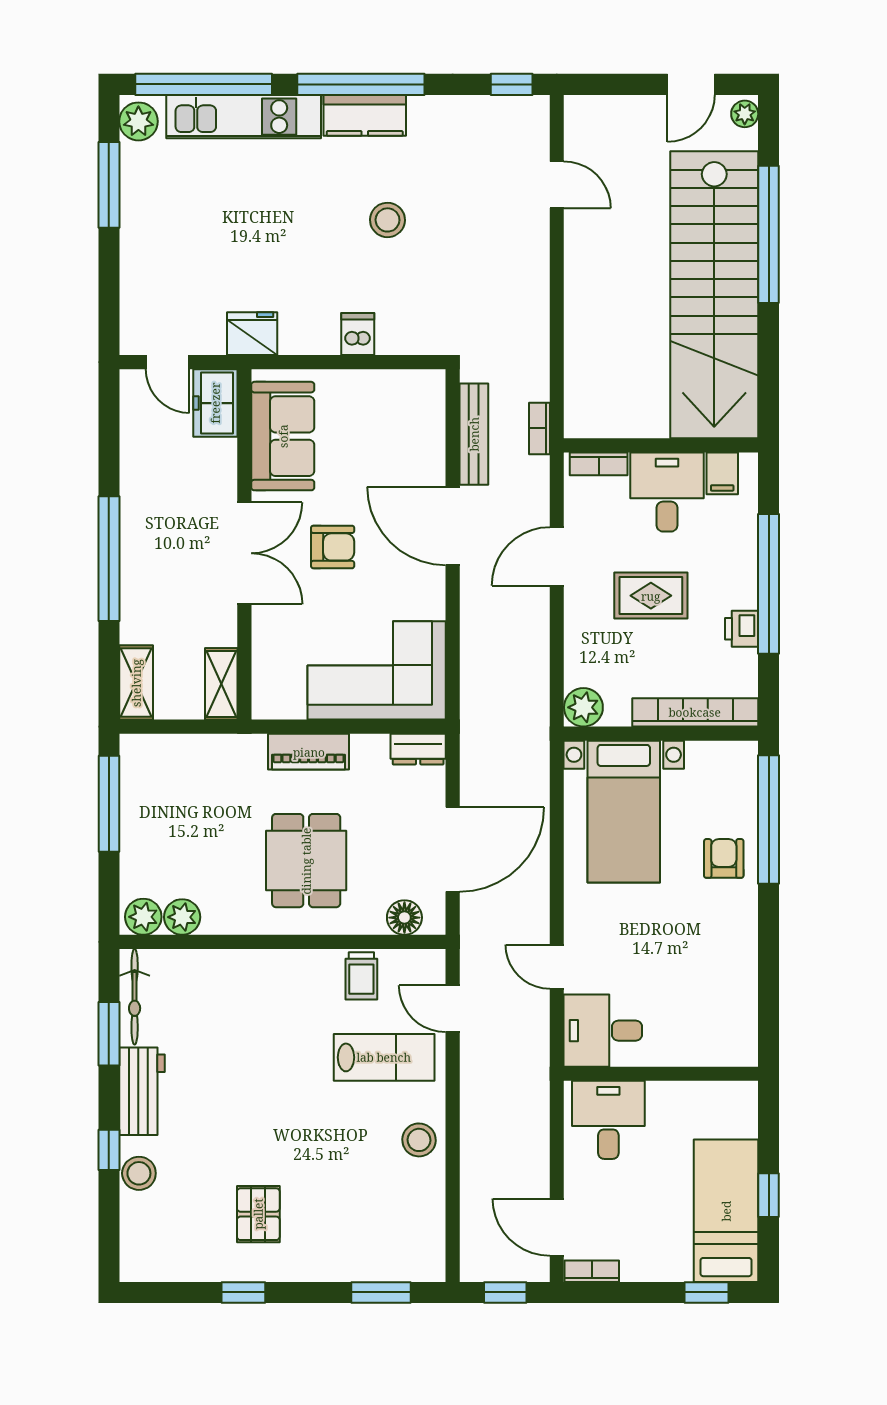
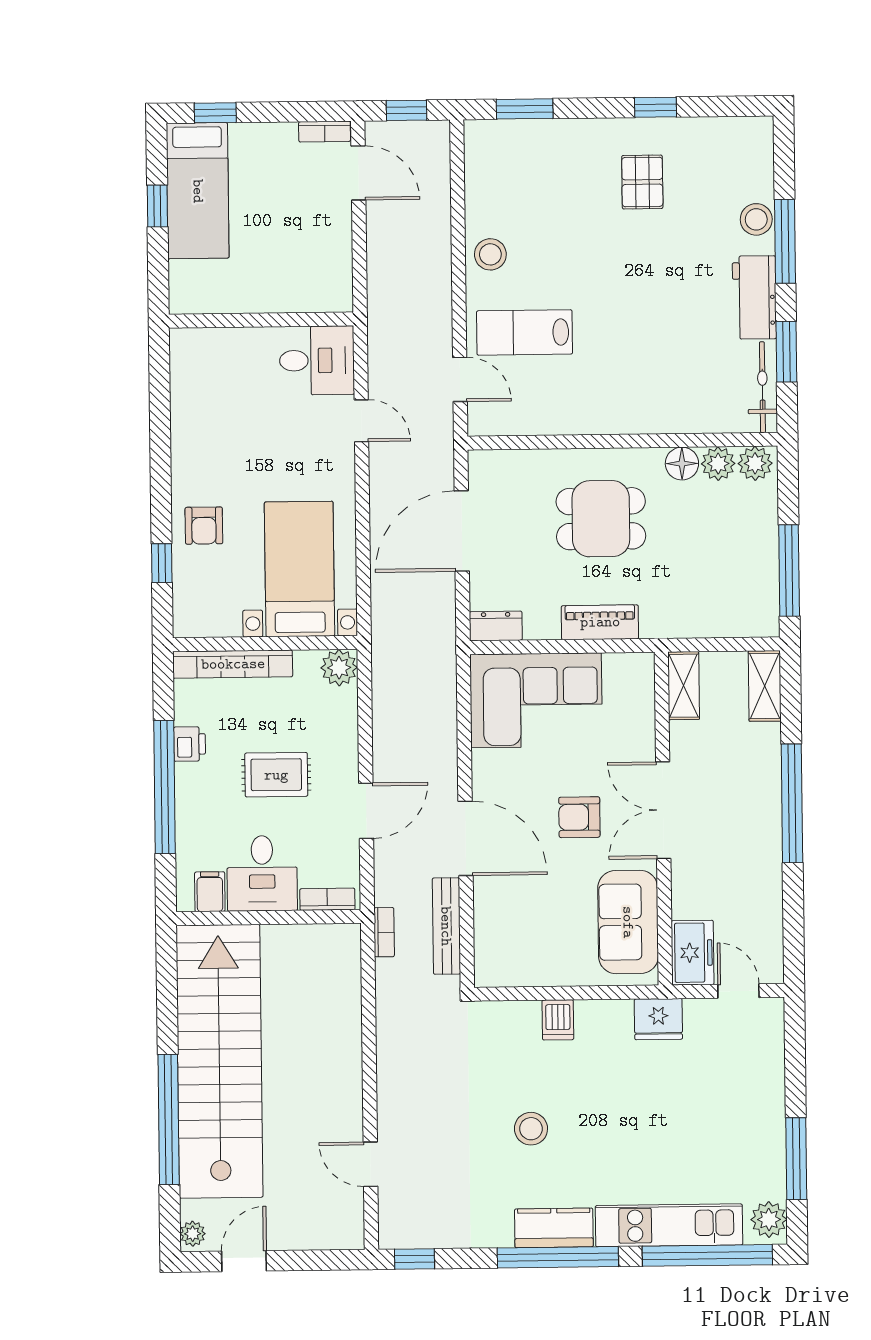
window: (769, 820) -> (162, 563), width x0.32
dining table: (306, 861) -> (601, 519), turned 90
floor lamp: (404, 918) -> (682, 464), moved
trolley: (361, 976) -> (547, 410), removed
desk: (608, 1120) -> (311, 276), removed
window: (109, 1150) -> (785, 241), width x2.17

